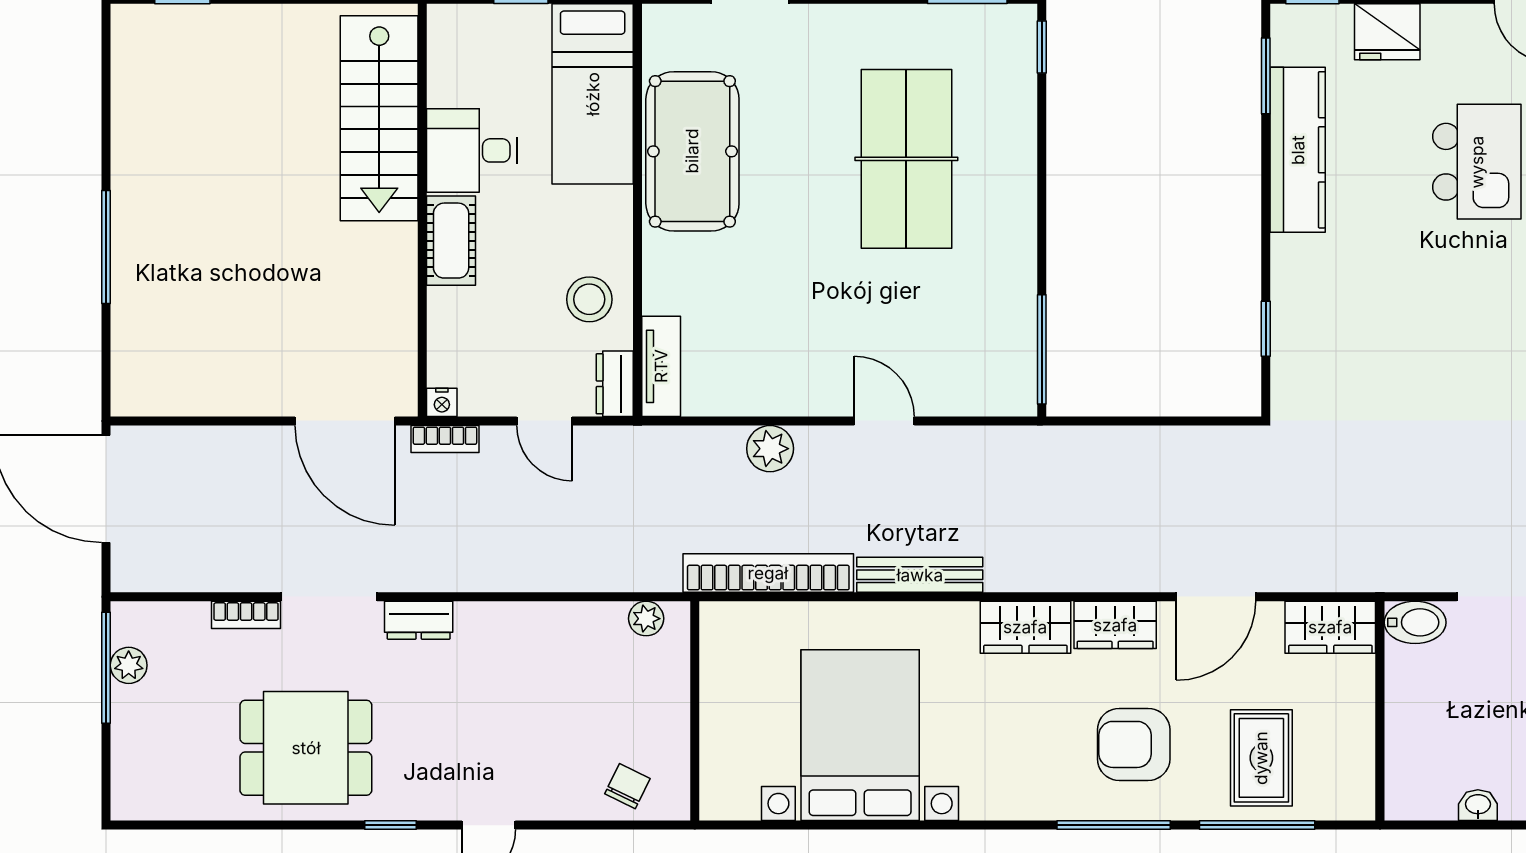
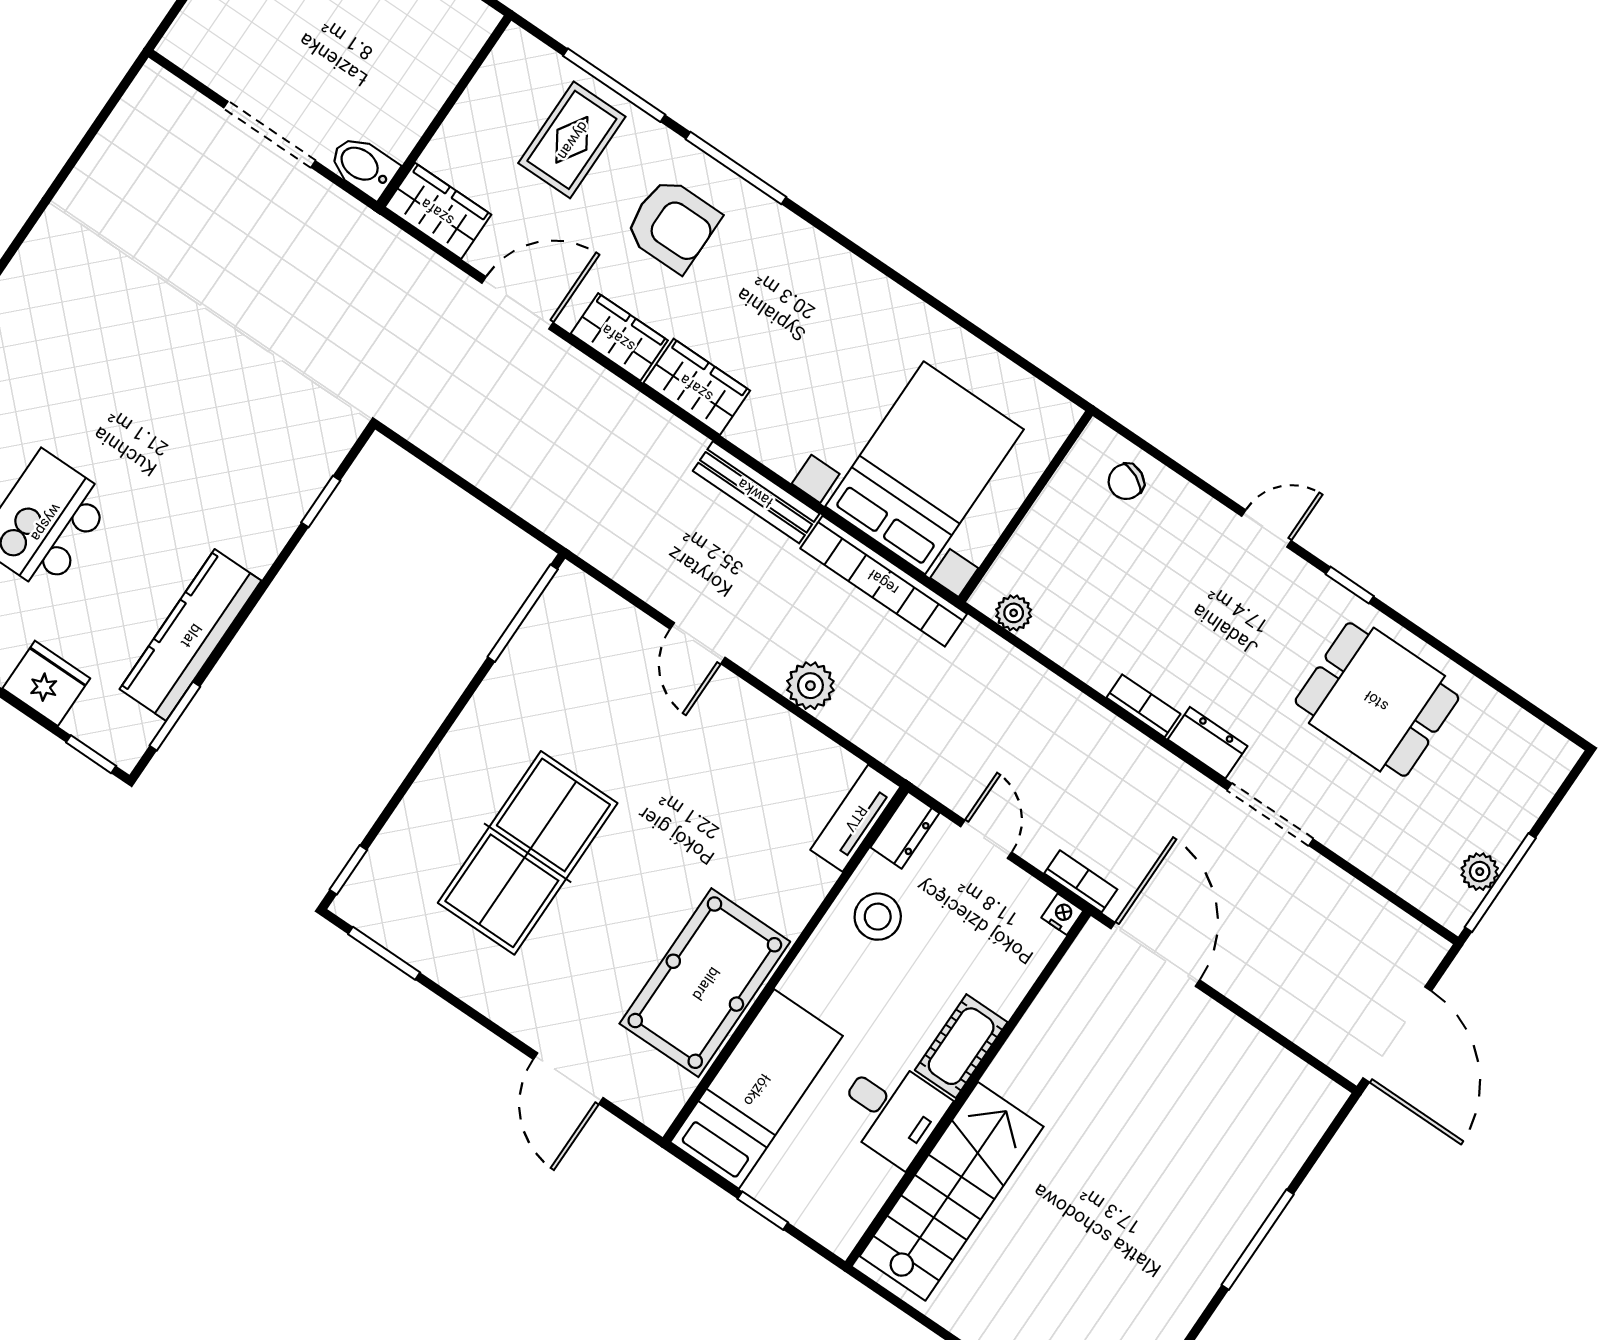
bookcase: (246, 615) -> (1143, 706), moved
bed with nightstands: (860, 735) -> (924, 468), moved, turned 180

